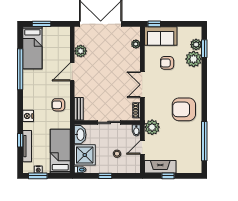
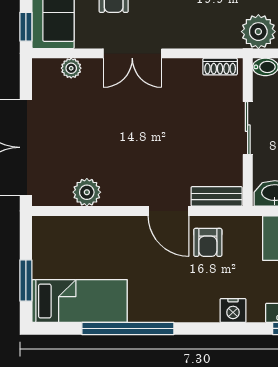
door: (72, 72) -> (168, 211), moved
double door: (142, 85) -> (132, 53), moved

